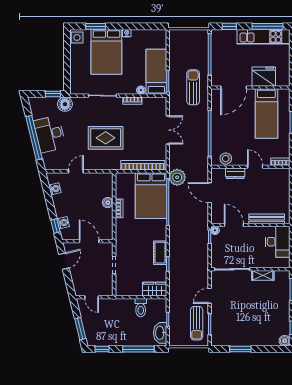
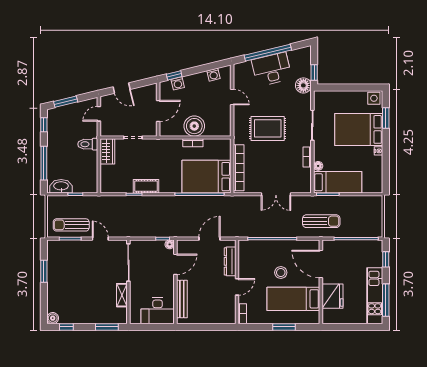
rug: (106, 138) -> (268, 128), turned 90
stool: (226, 159) -> (281, 273), moved
dresser: (235, 173) -> (230, 261), width x1.44
plant: (177, 177) -> (226, 204), removed
boiler: (108, 203) -> (194, 126), width x1.86, depth x1.86
door: (64, 261) -> (122, 88), moved
wardrobe: (155, 289) -> (107, 151), moved
toilet: (141, 308) -> (88, 144), moved

